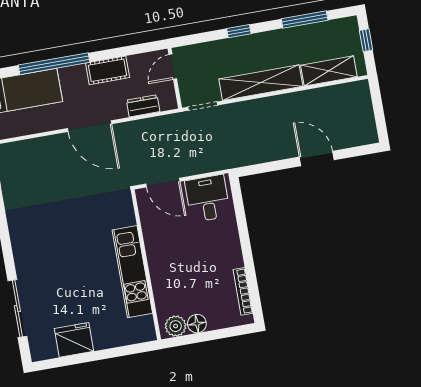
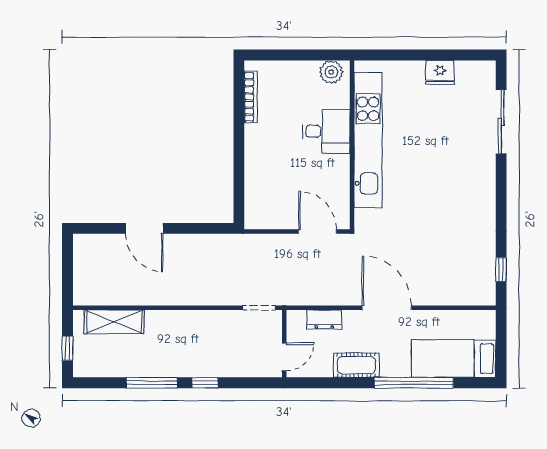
window: (305, 20) -> (152, 383), moved
shelving: (261, 83) -> (191, 322), removed
desk: (208, 198) -> (326, 131), moved, turned -90
kitchen unit: (132, 272) -> (368, 140), width x1.36
floor lamp: (197, 324) -> (307, 71), removed
fridge: (74, 340) -> (440, 72), width x0.73, depth x0.75

